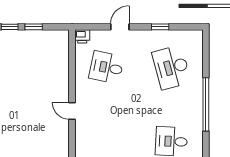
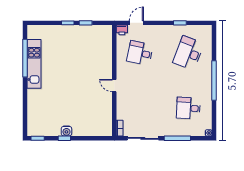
door: (120, 27) -> (136, 23), moved
desk: (171, 67) -> (188, 53), turned 36

